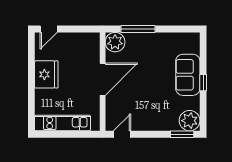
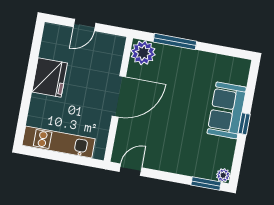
door: (49, 29) -> (84, 25), moved
plant: (190, 121) -> (223, 175), width x0.53, depth x0.53

